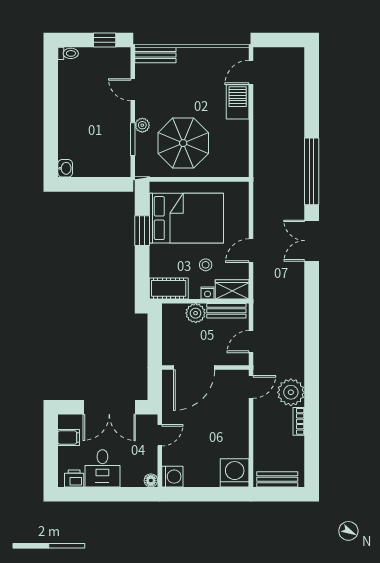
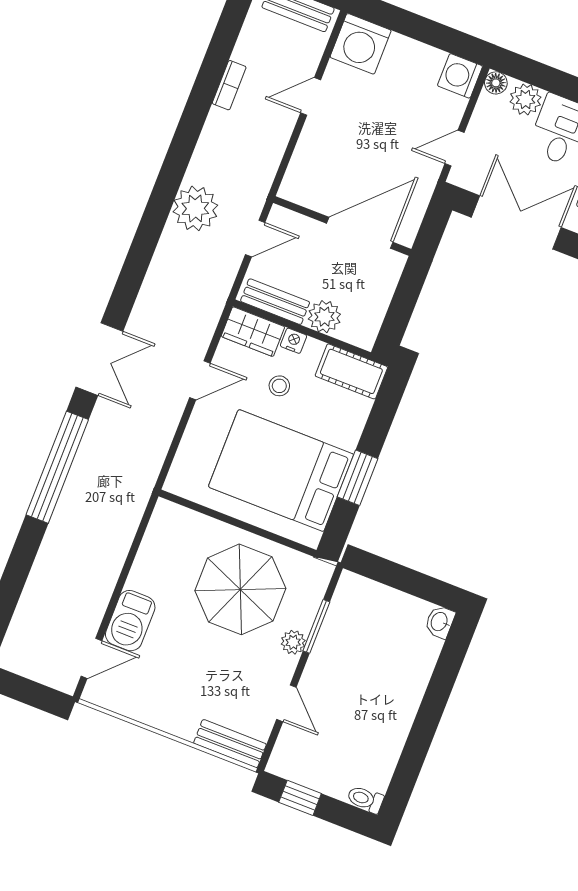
door: (251, 387) -> (311, 96), moved
plant: (291, 392) -> (195, 208), moved
plant: (131, 478) -> (525, 99), added

